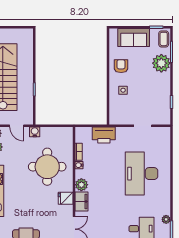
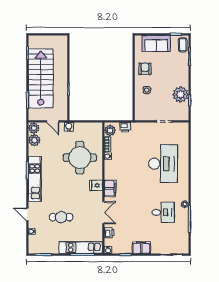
plant: (161, 63) -> (181, 94), moved
printer: (104, 135) -> (125, 127), width x0.53, depth x0.68
desk: (141, 174) -> (163, 164), turned 180
plant: (81, 185) -> (110, 130), moved

